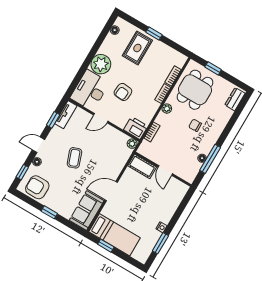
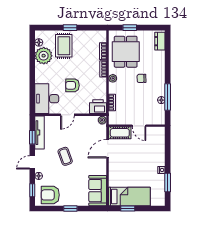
plant: (101, 64) -> (44, 56), moved
armchair: (123, 92) -> (72, 85), turned 85
tv unit: (66, 115) -> (39, 133), width x1.41
door: (111, 191) -> (108, 149), moved

